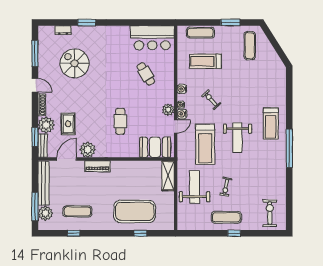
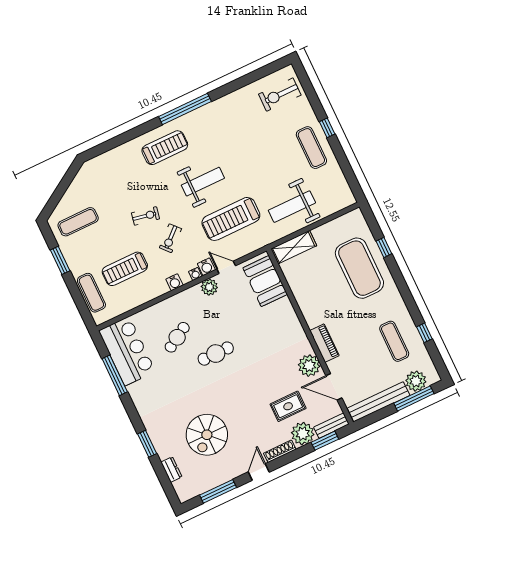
window: (140, 22) -> (115, 375), added
treadmill: (205, 61) -> (125, 269), turned 90
cafe table: (120, 121) -> (216, 354), moved
treadmill: (205, 144) -> (231, 219), turned 180
exercise bike: (226, 187) -> (145, 216), moved

